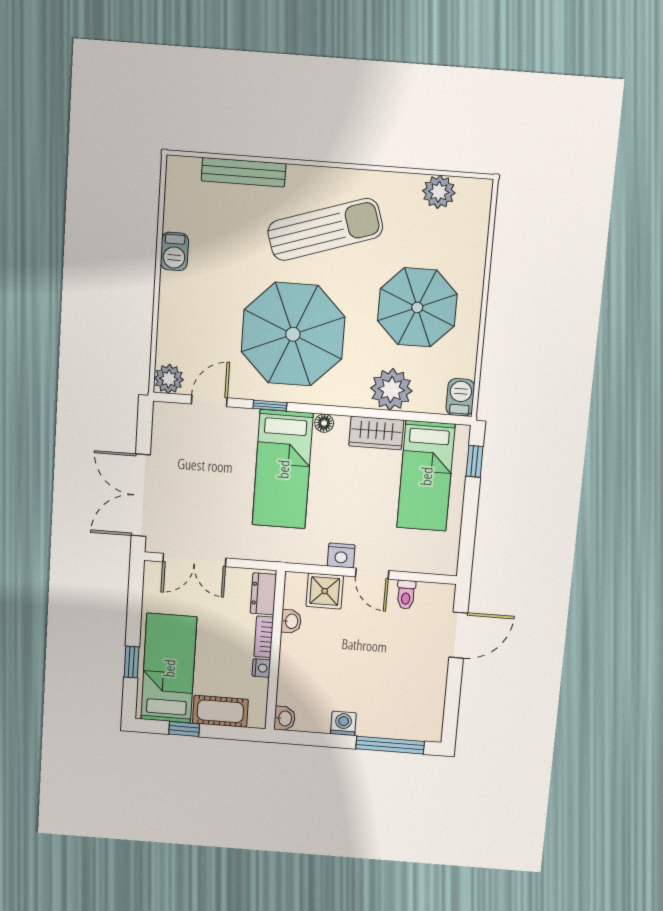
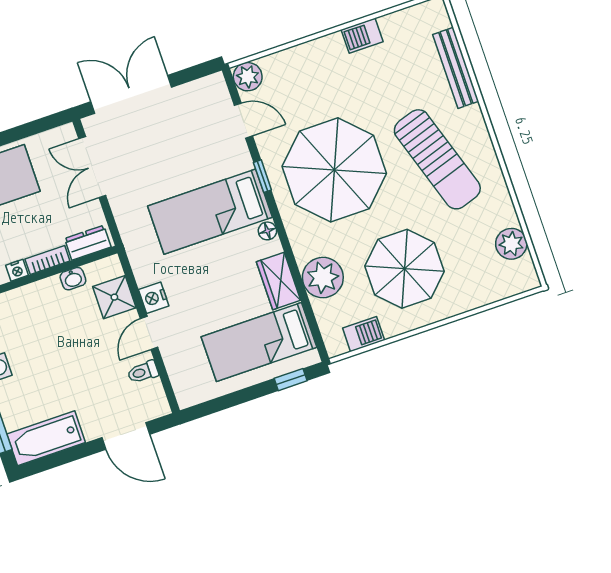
barbecue: (460, 397) -> (364, 334), moved
bathtub: (428, 707) -> (46, 438), added

